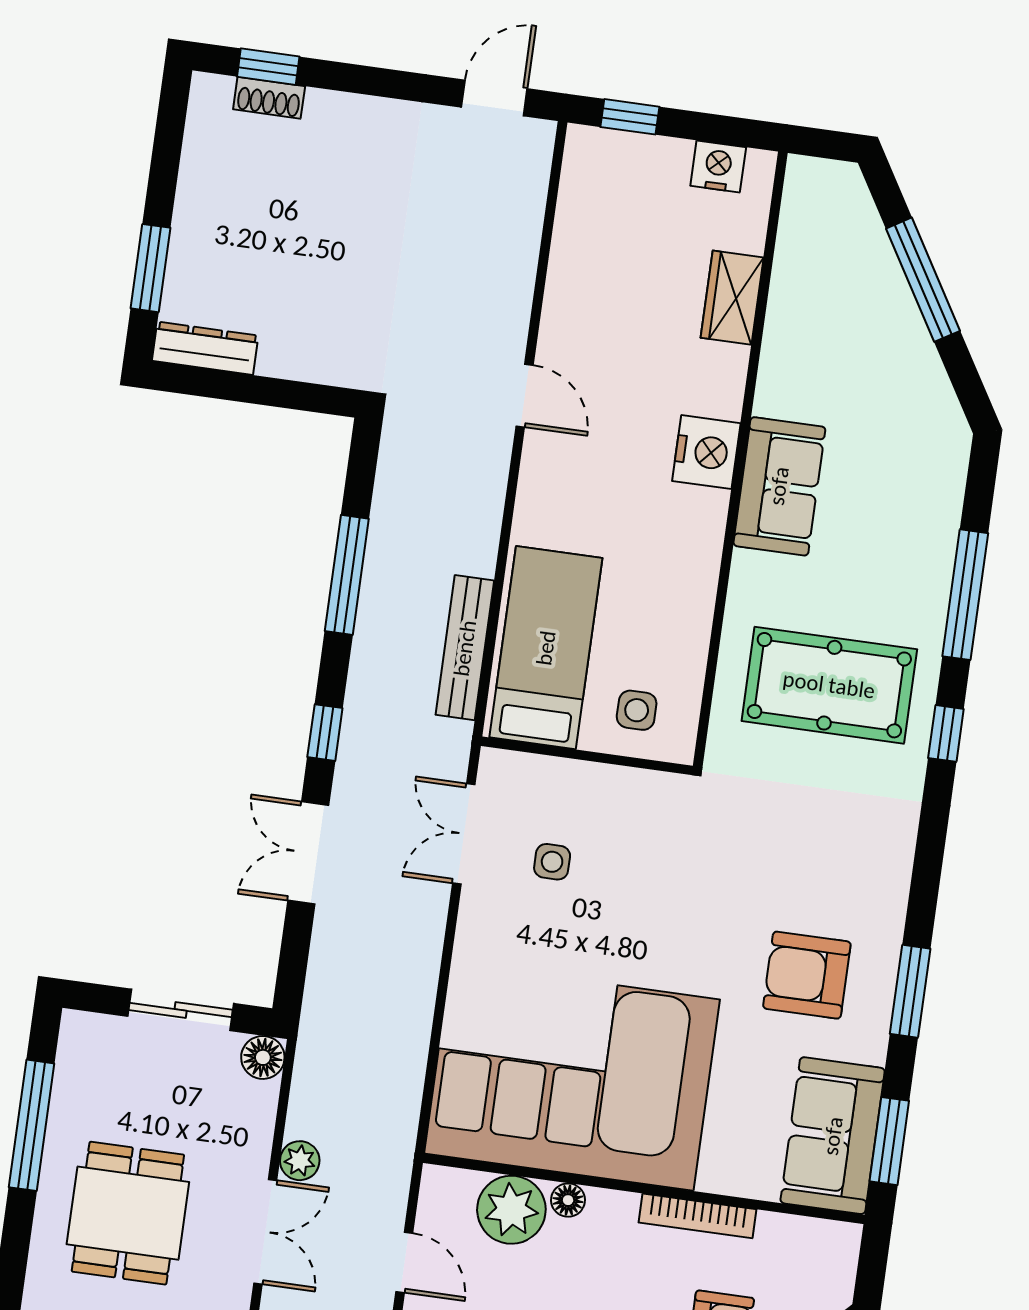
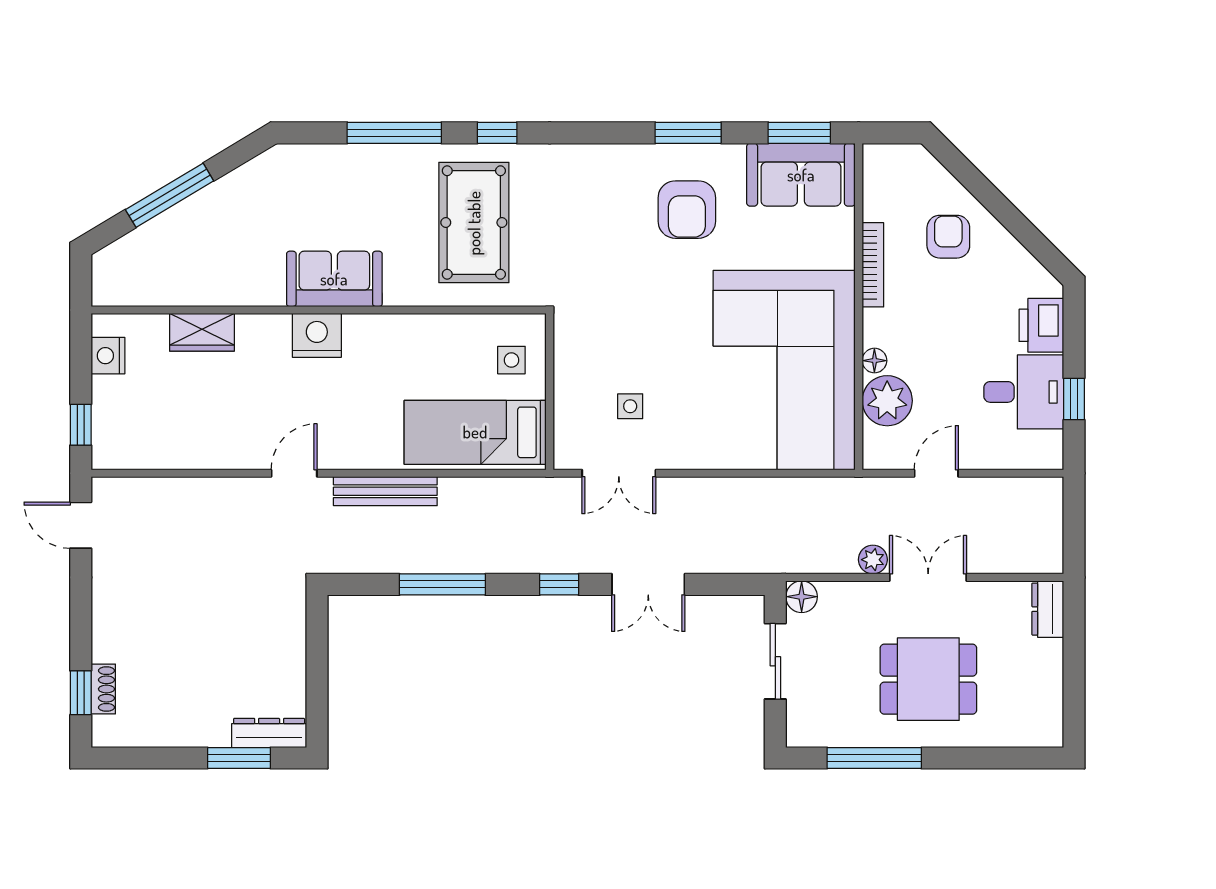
dresser: (205, 348) -> (269, 733), moved, turned 90
bench: (465, 648) -> (385, 491), moved

